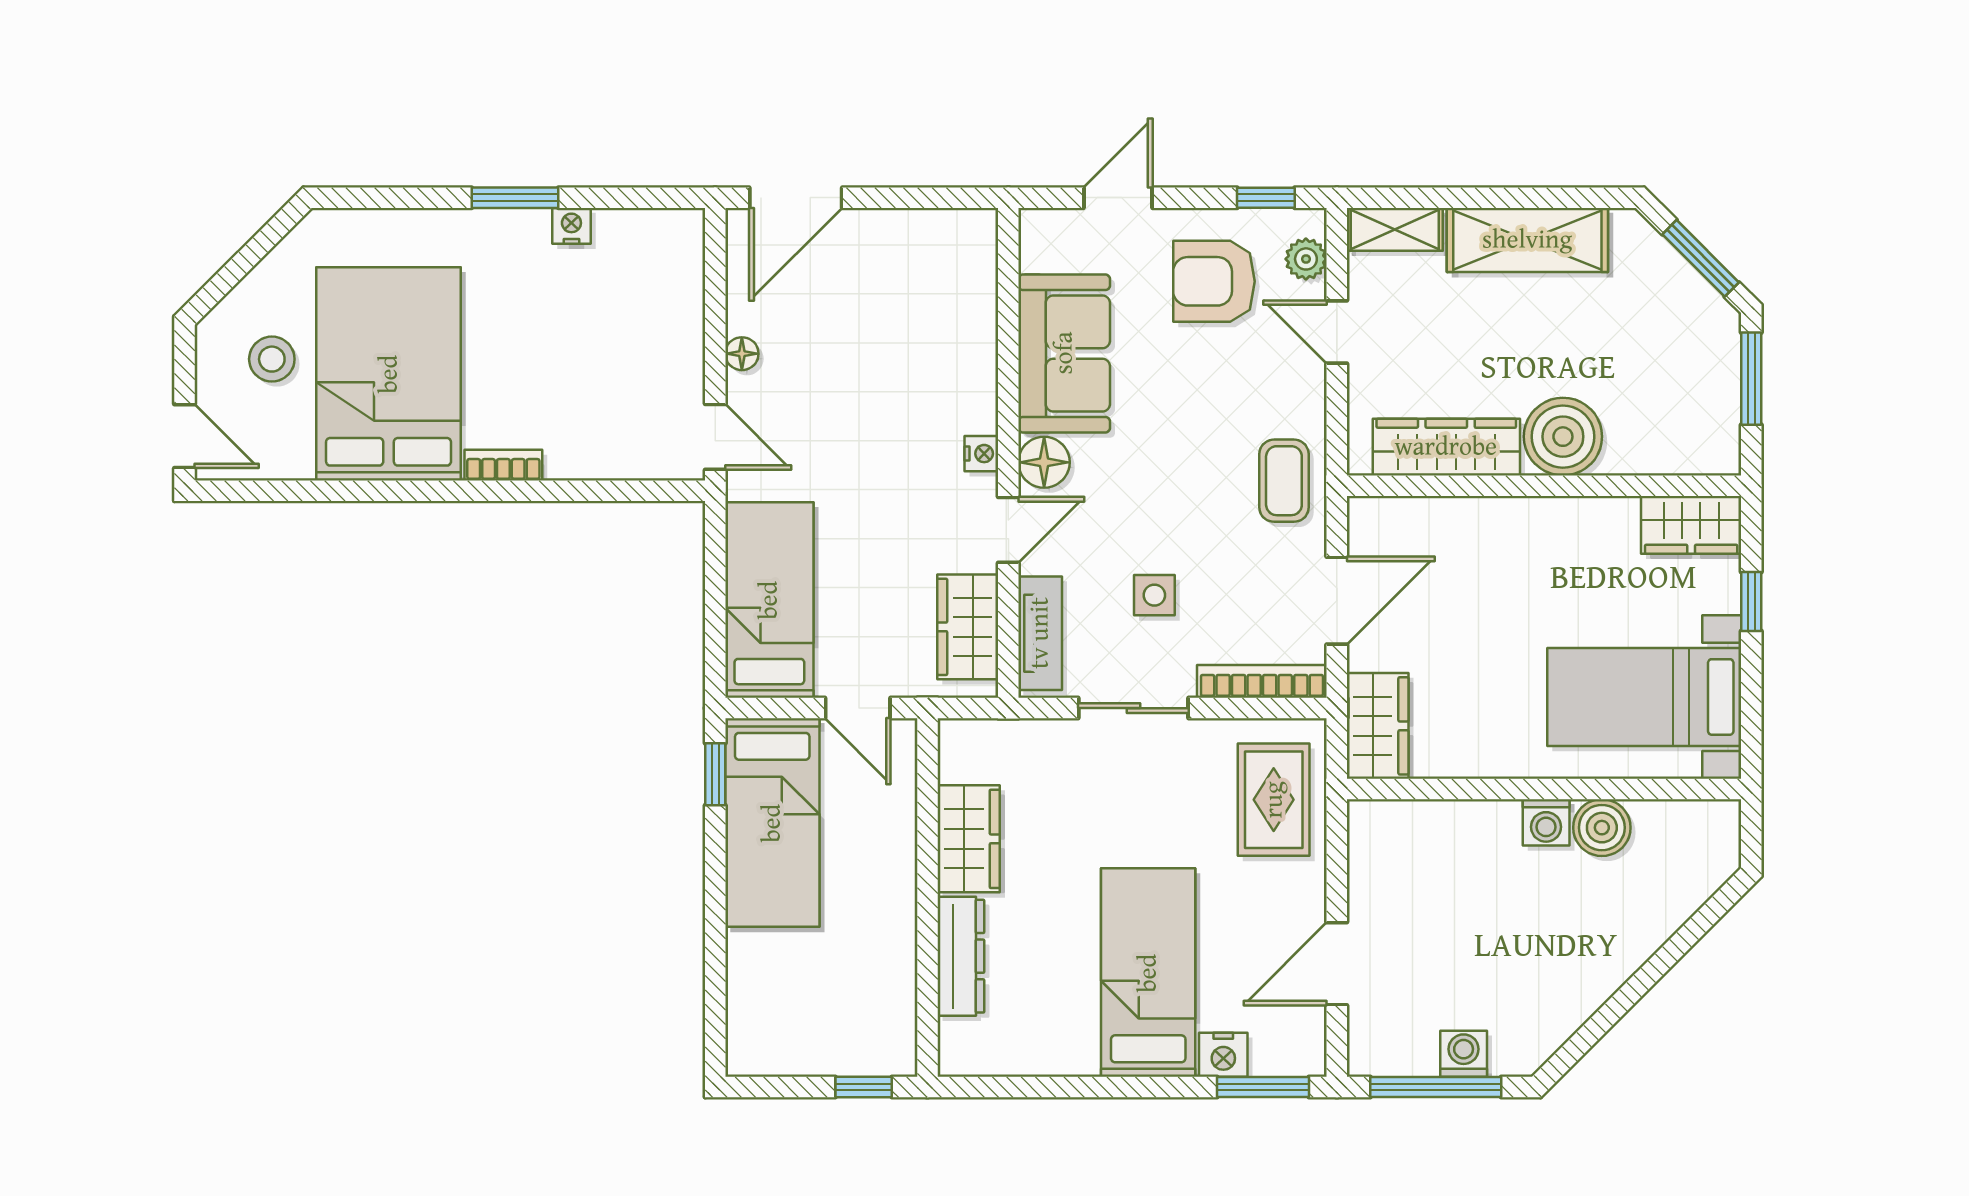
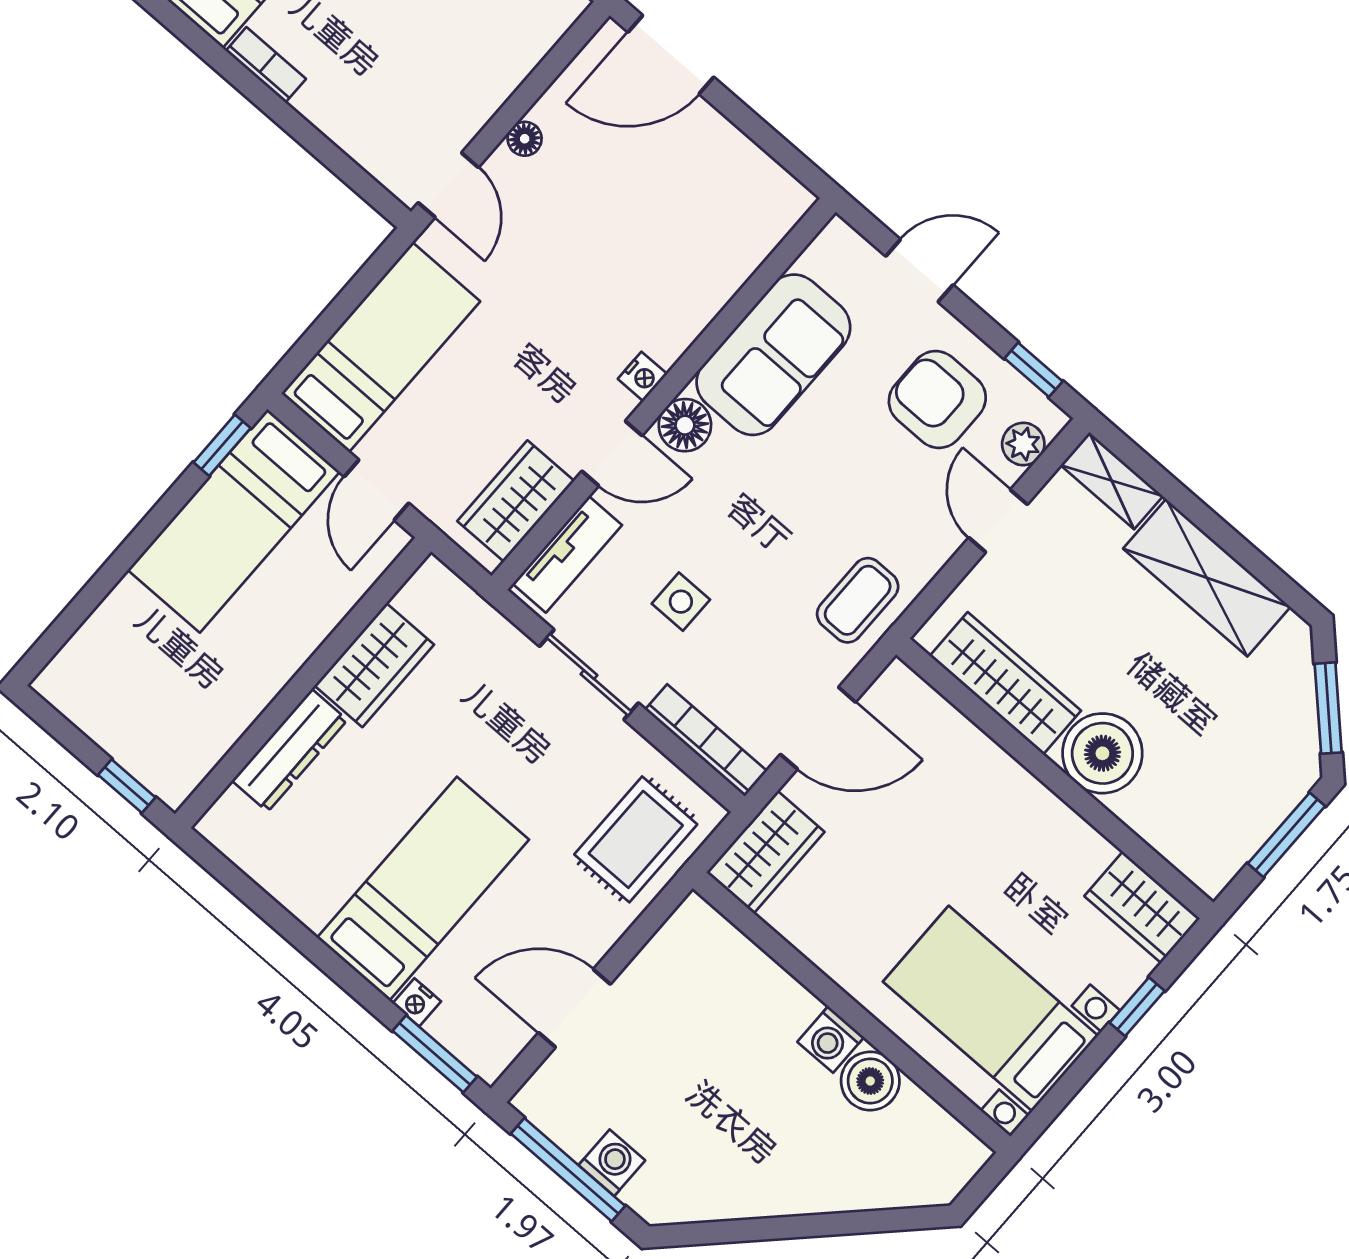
nightstand: (1223, 1055) -> (417, 1002), width x0.72, depth x0.74

